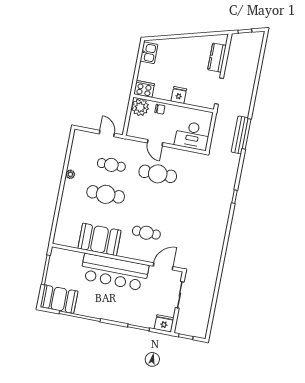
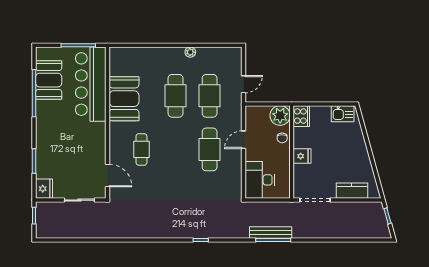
cafe table: (111, 165) -> (210, 96), width x1.37, depth x1.35
bar counter: (114, 272) -> (91, 84), moved
booth: (59, 299) -> (49, 80), moved

